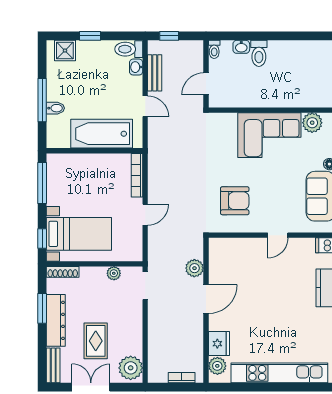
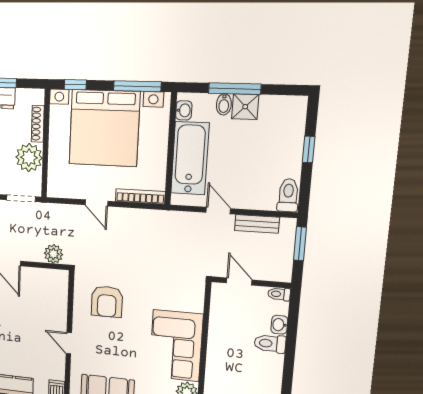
window: (169, 36) -> (300, 244), width x1.50
shower: (65, 51) -> (245, 107), moved
washbasin: (136, 67) -> (184, 110), moved, turned 90
door: (145, 106) -> (218, 210), swing flipped
bed with nightstands: (79, 234) -> (104, 128), width x1.85
plant: (194, 268) -> (53, 254), moved
shoe rack: (63, 272) -> (38, 124), moved
plant: (114, 273) -> (29, 158), width x1.87, depth x1.87

